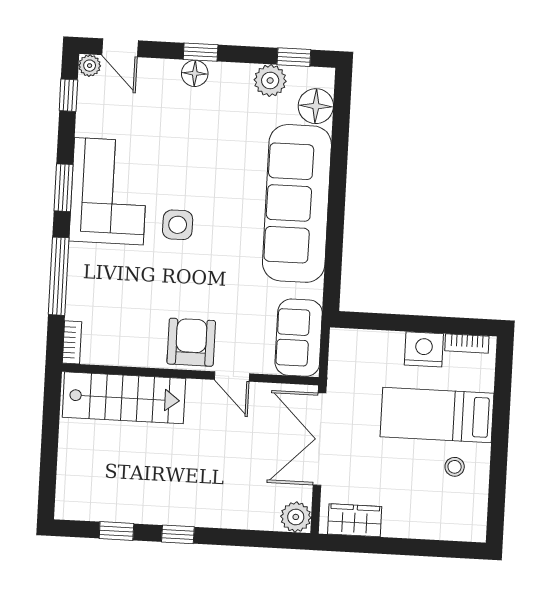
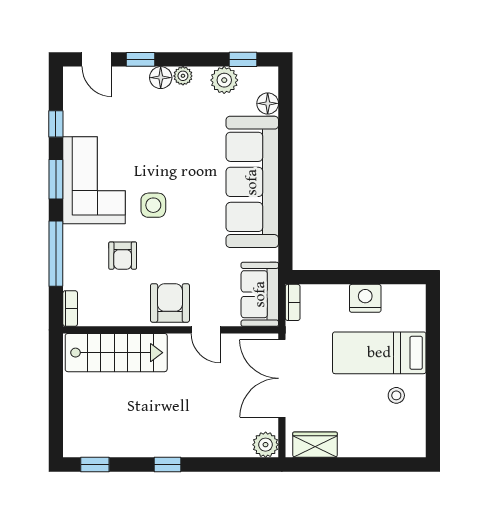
window: (201, 52) -> (140, 59), moved
plant: (90, 66) -> (183, 76), moved
window: (68, 95) -> (56, 124), moved
floor lamp: (316, 106) -> (268, 103), width x0.73, depth x0.73
armchair: (138, 283) -> (123, 256), added
bookcase: (467, 343) -> (293, 302), moved, turned -90
window: (116, 531) -> (95, 465), moved

